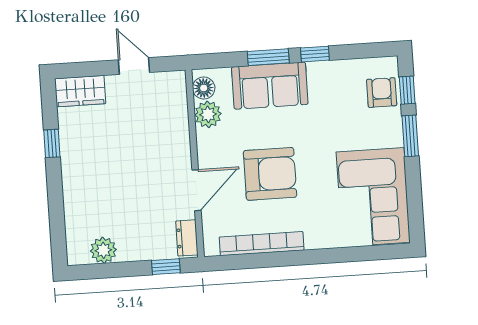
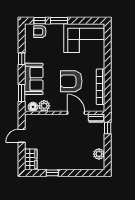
window: (268, 57) -> (22, 93), moved
armchair: (270, 174) -> (71, 81), turned -90

